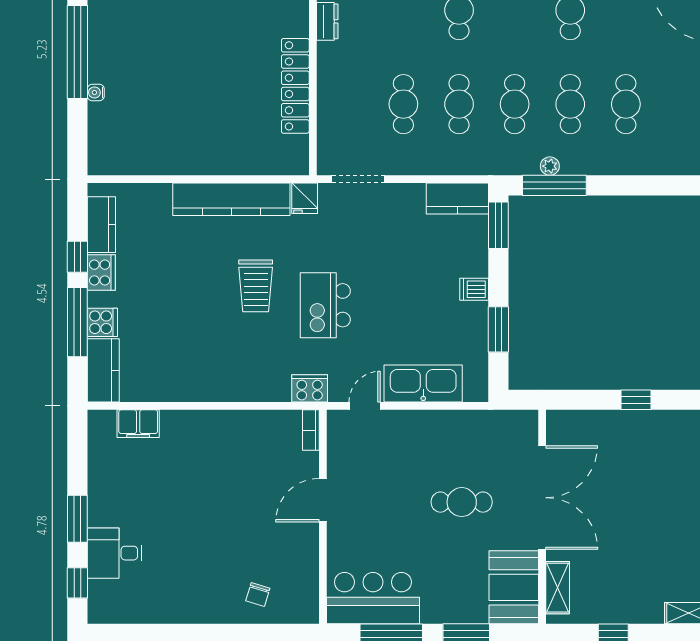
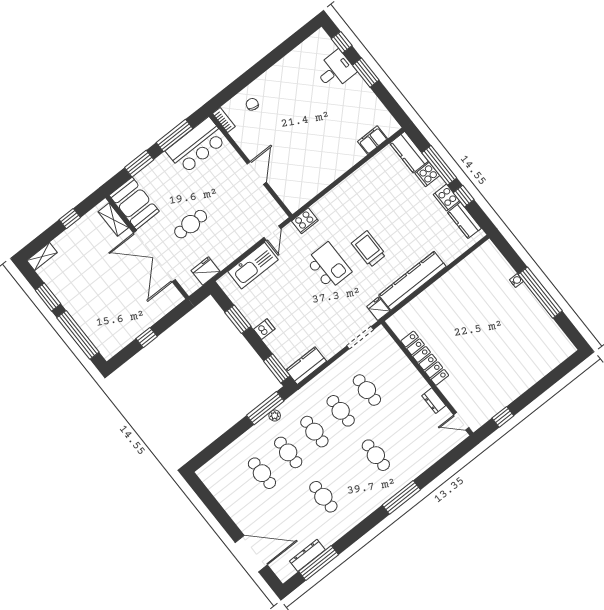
fridge: (491, 426) -> (206, 271), added
bookcase: (311, 430) -> (224, 120), moved

